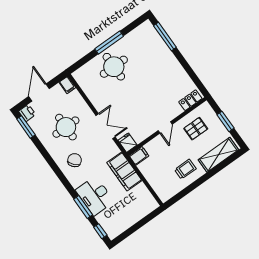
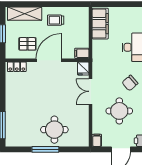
door: (165, 127) -> (49, 60), width x1.87
filing cabinet: (124, 171) -> (100, 24), moved

